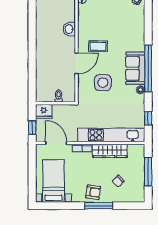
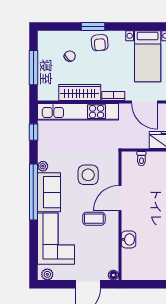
corner sofa: (130, 30) -> (56, 239), added
armchair: (93, 192) -> (100, 43), turned -102
window: (99, 206) -> (93, 27), width x0.69

